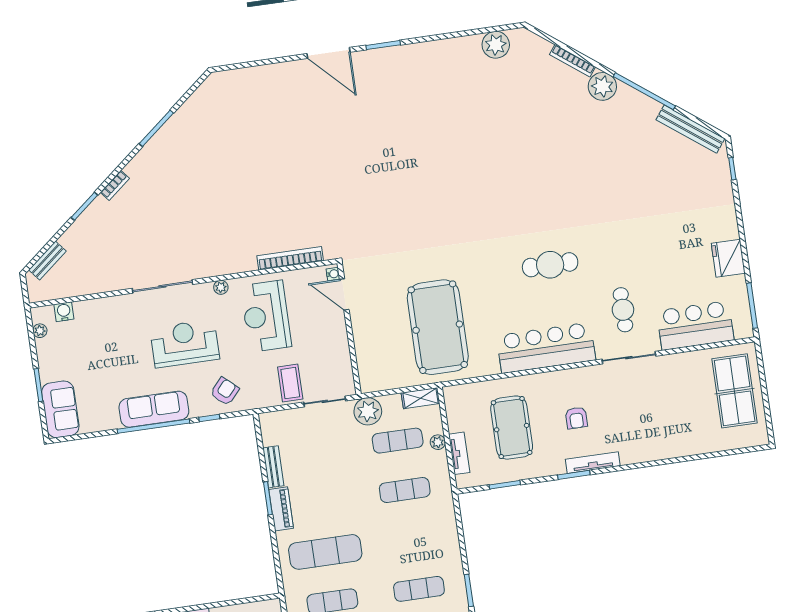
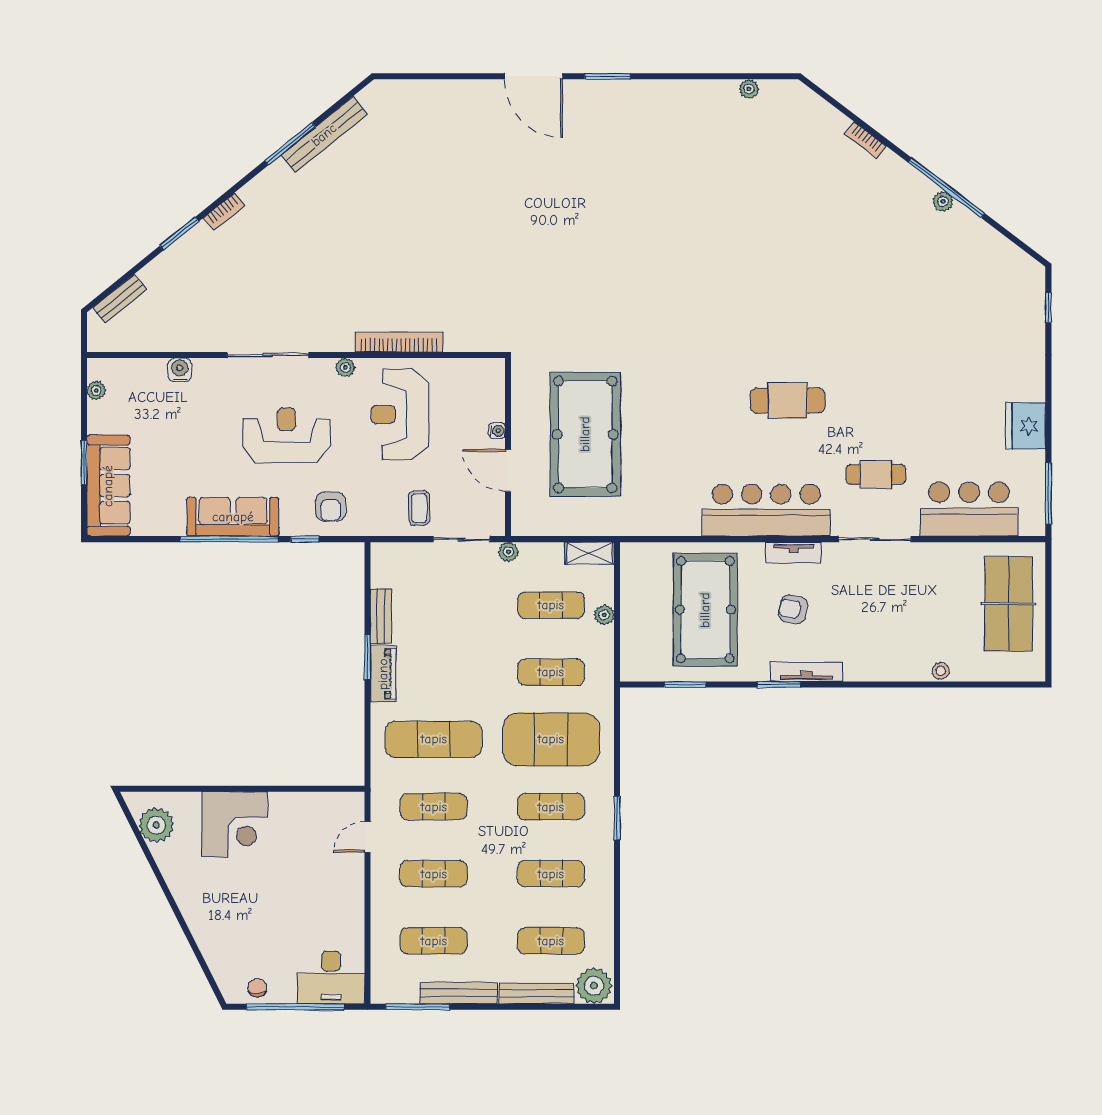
plant: (496, 45) -> (749, 89), width x0.53, depth x0.53
bookcase: (573, 61) -> (866, 140), width x0.64
plant: (602, 86) -> (943, 201), moved, width x0.53, depth x0.53
bench: (690, 129) -> (324, 135), moved, turned -76
bookcase: (290, 258) -> (399, 342), moved
water cooler: (333, 274) -> (497, 431), moved
door: (344, 294) -> (508, 470), moved
cafe table: (623, 310) -> (876, 474), turned 90
water cooler: (64, 312) -> (180, 370), moved
pool table: (438, 327) -> (585, 434), moved
coffee table: (290, 383) -> (419, 508), width x0.73, depth x0.77
armchair: (225, 391) -> (331, 507), turned 138
sofa: (60, 409) -> (108, 486), width x1.36
plant: (368, 411) -> (508, 552), width x0.53, depth x0.53
armchair: (576, 418) -> (793, 609), turned 101
pool table: (512, 428) -> (705, 610), width x1.36, depth x1.32
stool: (691, 448) -> (941, 671), added
tv unit: (459, 453) -> (793, 553), moved, turned 90
exercise mat: (412, 539) -> (551, 739), added

